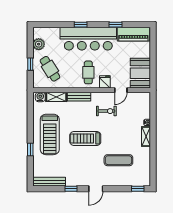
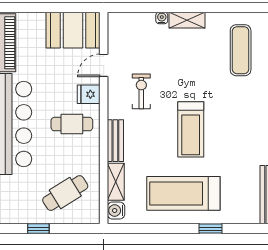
plant: (39, 44) -> (21, 213), removed
window: (30, 64) -> (38, 229), moved
door: (121, 90) -> (104, 65), swing flipped
treadmill: (50, 134) -> (183, 193), turned 180
exercise mat: (118, 160) -> (241, 50), moved

